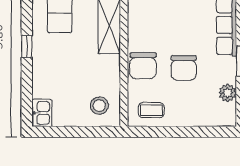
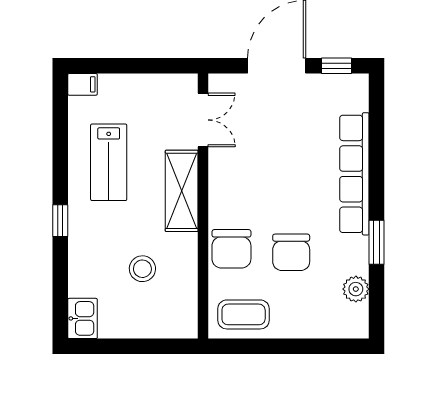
stool: (99, 106) -> (142, 269), moved
coffee table: (151, 110) -> (244, 314), width x1.36, depth x1.30

